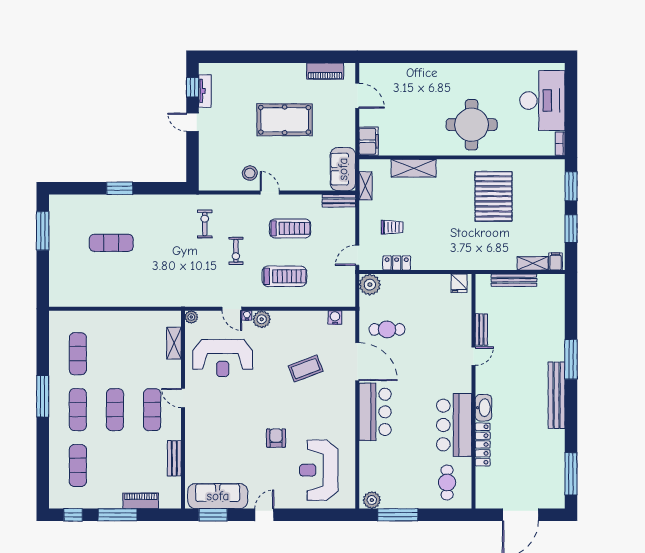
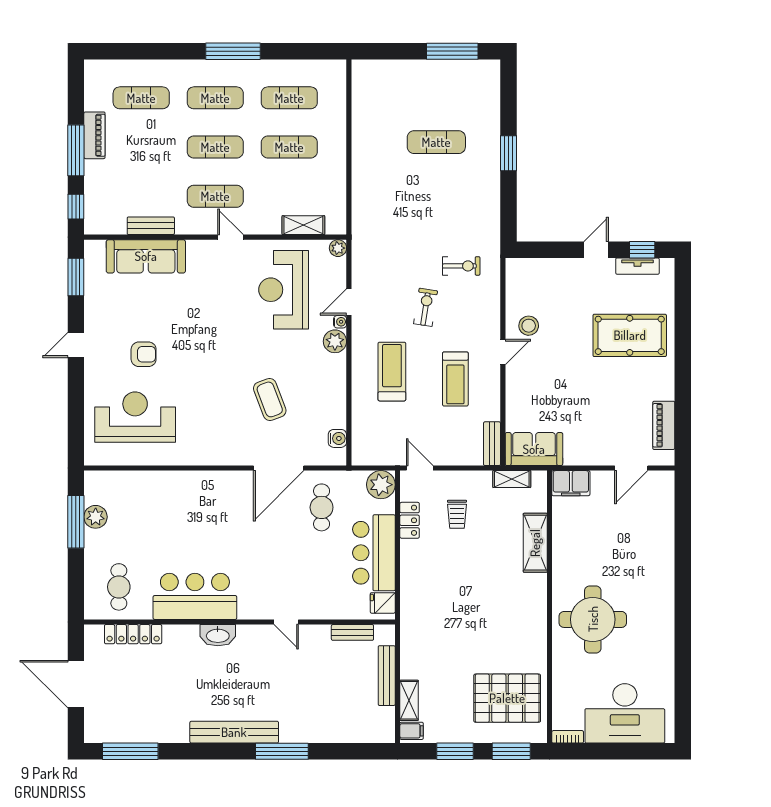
pool table: (285, 120) -> (630, 335), moved, turned 90
pallet: (493, 196) -> (507, 698), moved
exercise mat: (111, 243) -> (436, 142), turned 90
exercise bike: (236, 251) -> (426, 307), turned 99
treadmill: (284, 276) -> (392, 372), turned 180
bench: (481, 330) -> (352, 632), moved
exercise mat: (115, 354) -> (289, 147), added
door: (183, 398) -> (231, 237), hinge flipped
bar counter: (375, 412) -> (374, 553), moved, turned 90
armchair: (276, 438) -> (144, 354), moved
locker: (483, 444) -> (133, 634), moved
cafe table: (447, 482) -> (119, 587), turned 90
sofa: (218, 496) -> (146, 256), moved, turned 90
plant: (372, 500) -> (96, 517), moved
piano: (141, 501) -> (94, 135), moved
window: (73, 515) -> (76, 207), moved
door: (264, 515) -> (76, 345), swing flipped

